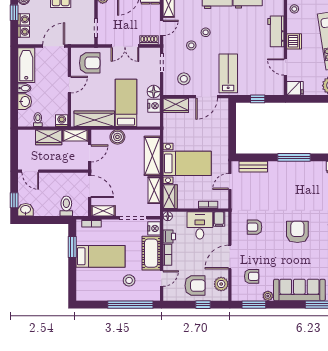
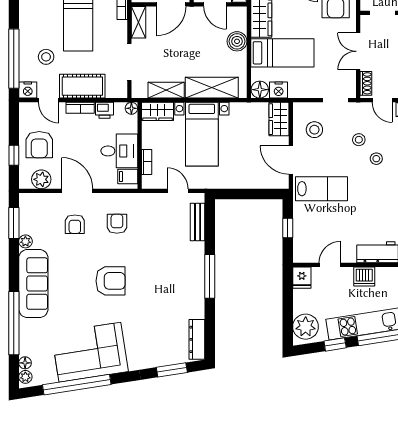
floor lamp: (154, 92) -> (260, 90), moved
nightstand: (154, 228) -> (28, 90), moved
armchair: (252, 276) -> (75, 224), moved

